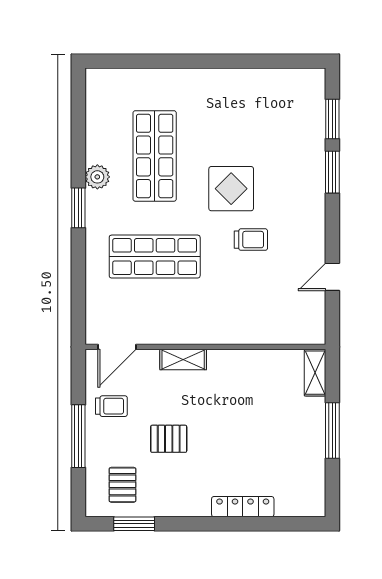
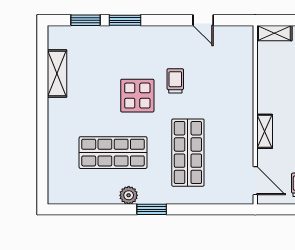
shelving: (261, 81) -> (57, 74), added

